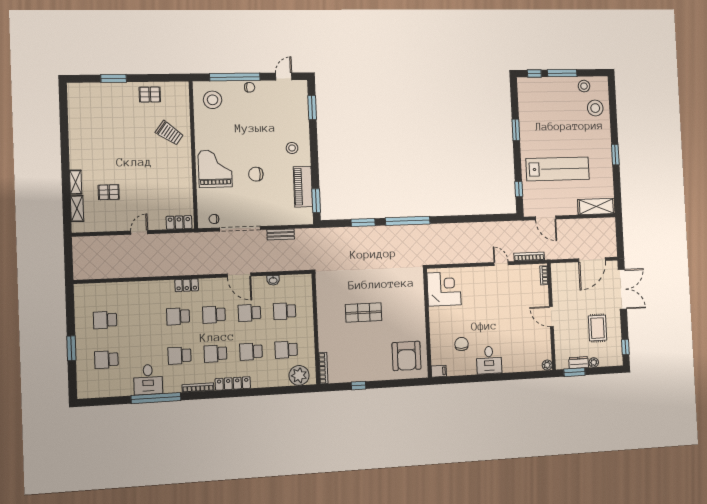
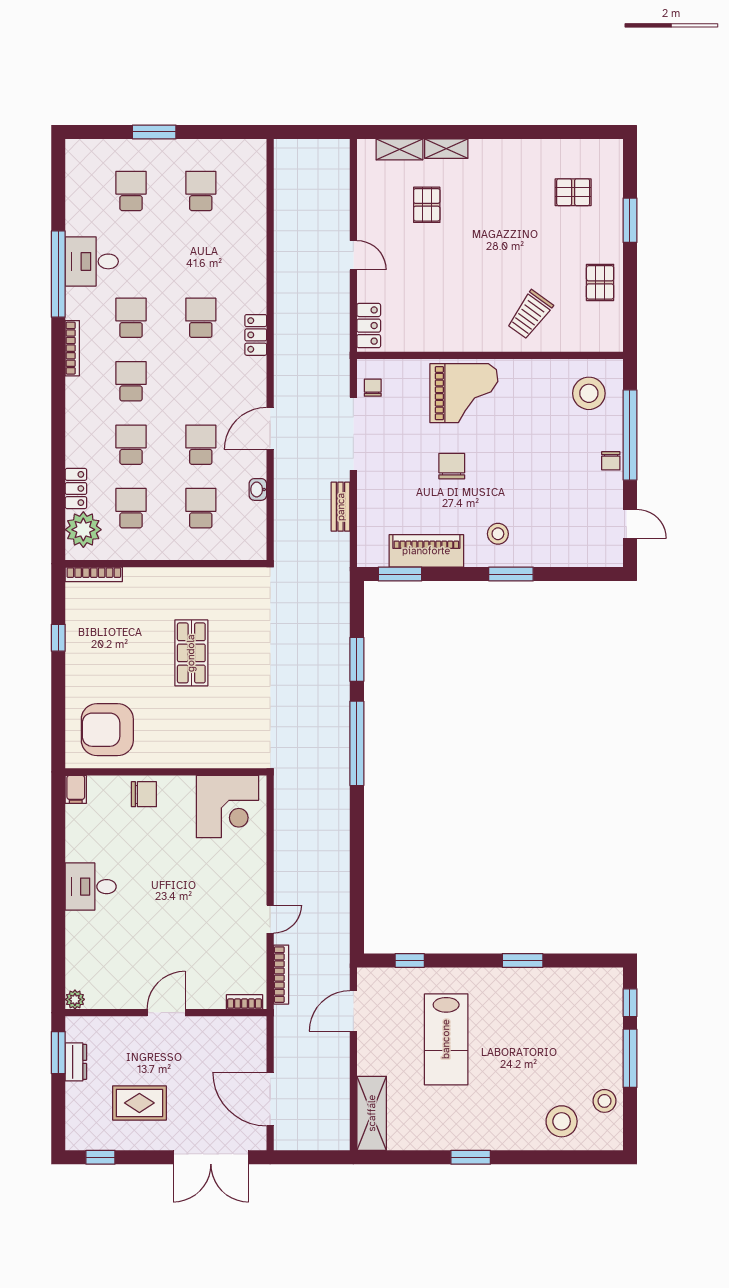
window: (312, 107) -> (511, 574), moved
pallet: (99, 110) -> (573, 192), added
lab bench: (558, 169) -> (446, 1039), width x0.73
school desk: (214, 315) -> (201, 381), removed
chair: (462, 344) -> (144, 794), moved
plant: (594, 362) -> (74, 1092), removed
locker: (233, 383) -> (76, 488), moved, width x0.66

